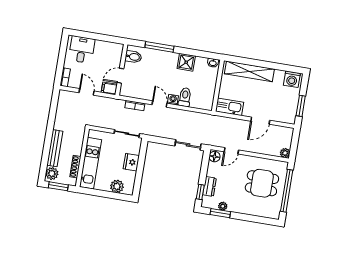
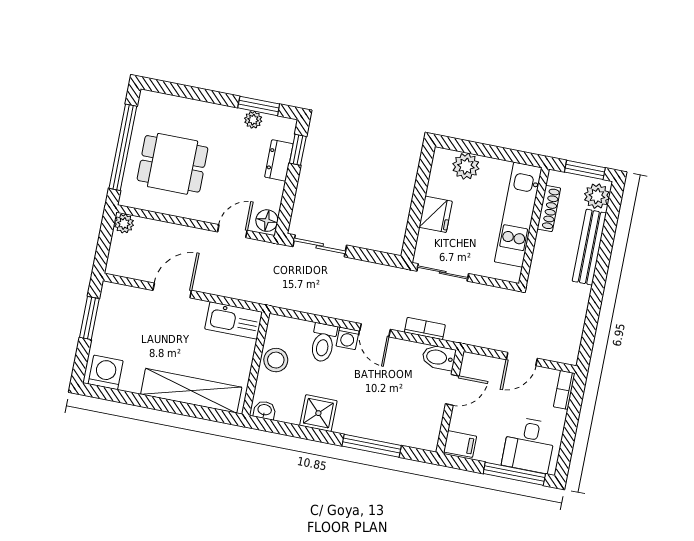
window: (89, 35) -> (514, 474), added
bidet: (133, 57) -> (439, 357), moved
filing cabinet: (109, 88) -> (460, 444), moved
stool: (208, 88) -> (276, 360), added
door: (87, 92) -> (522, 359), hinge flipped

